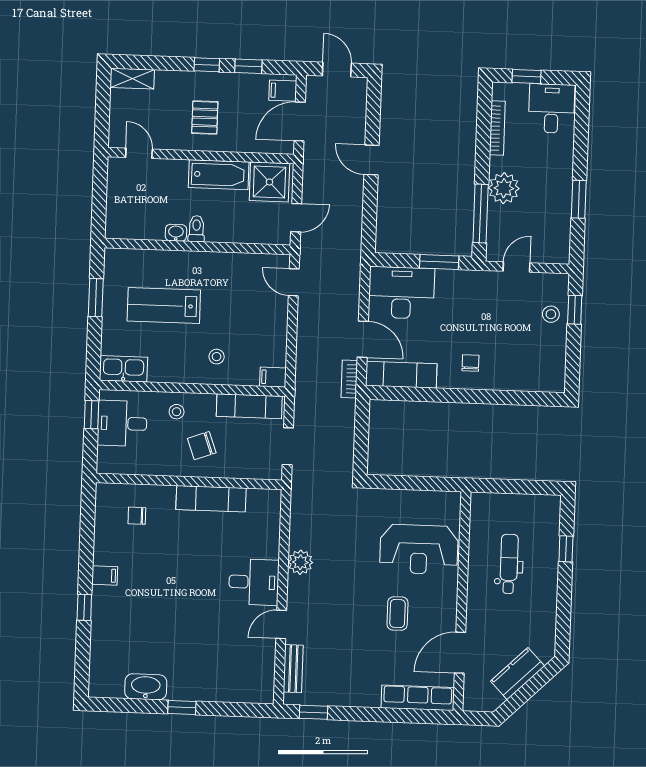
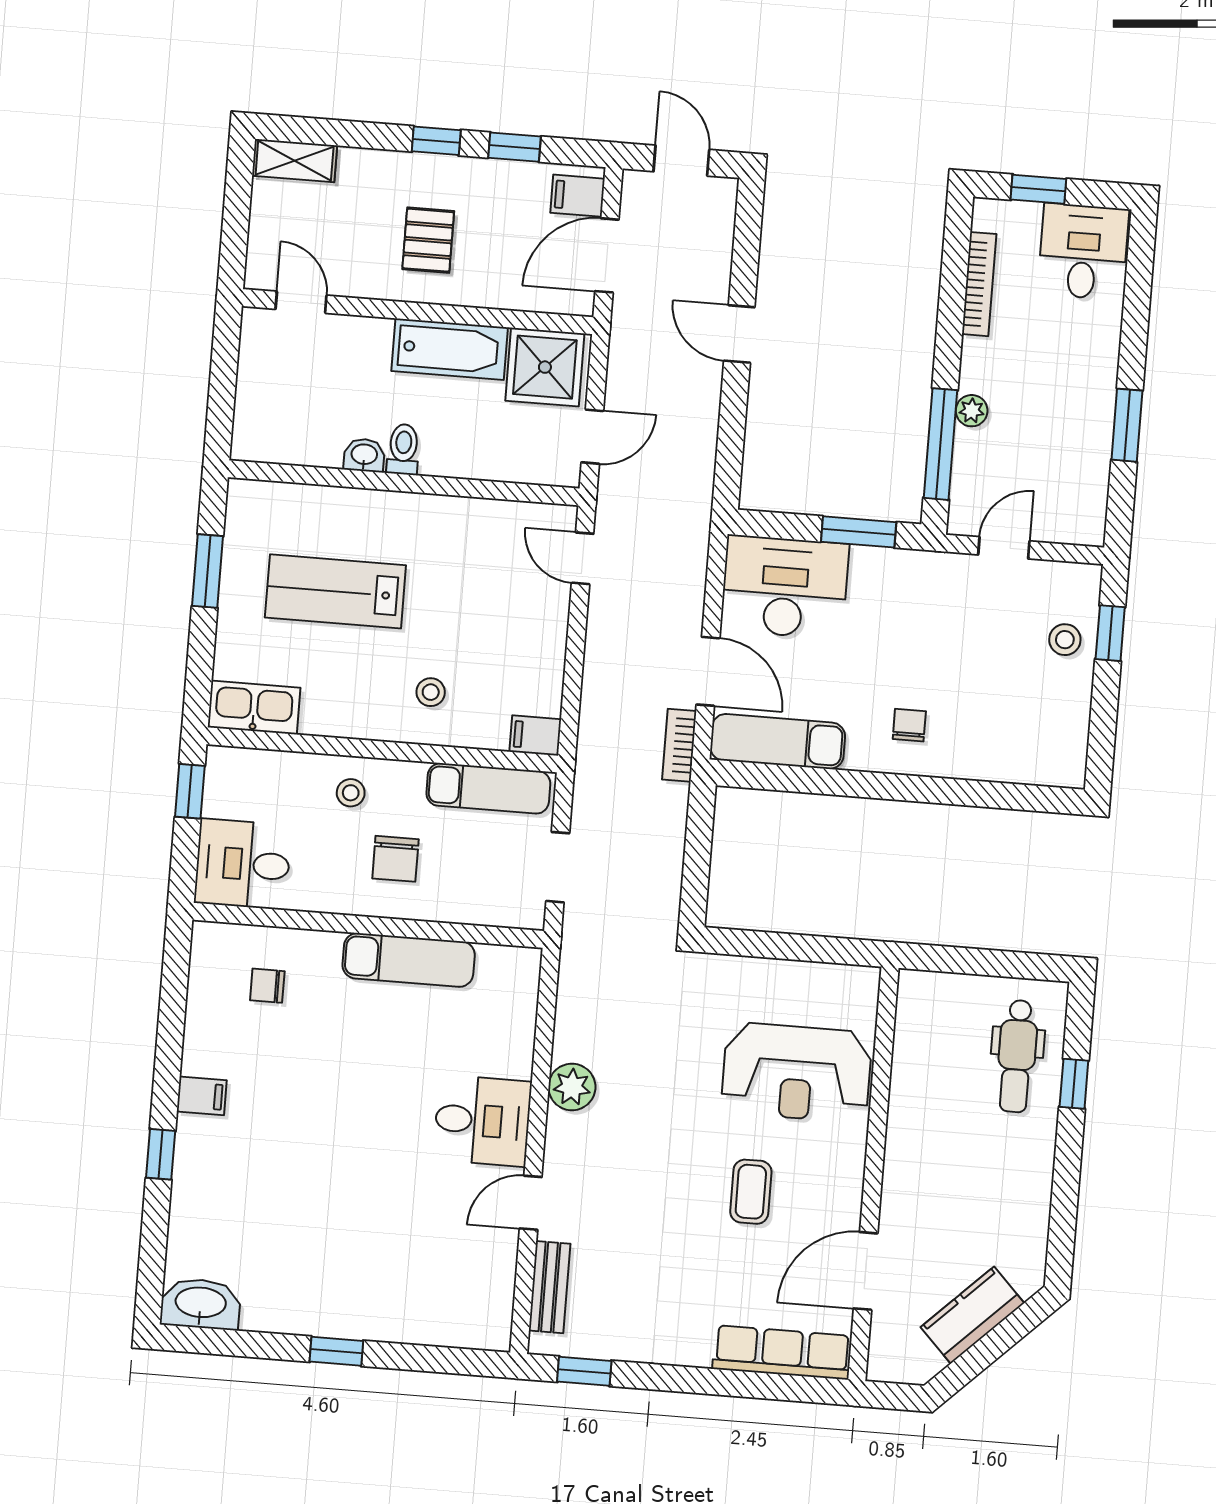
plant: (504, 188) -> (972, 411), width x0.53, depth x0.53
desk: (122, 423) -> (243, 864), moved
chair: (202, 446) -> (395, 859), turned -70
dental chair: (509, 564) -> (1017, 1056), moved, turned 180
washbasin: (146, 687) -> (201, 1304), moved

